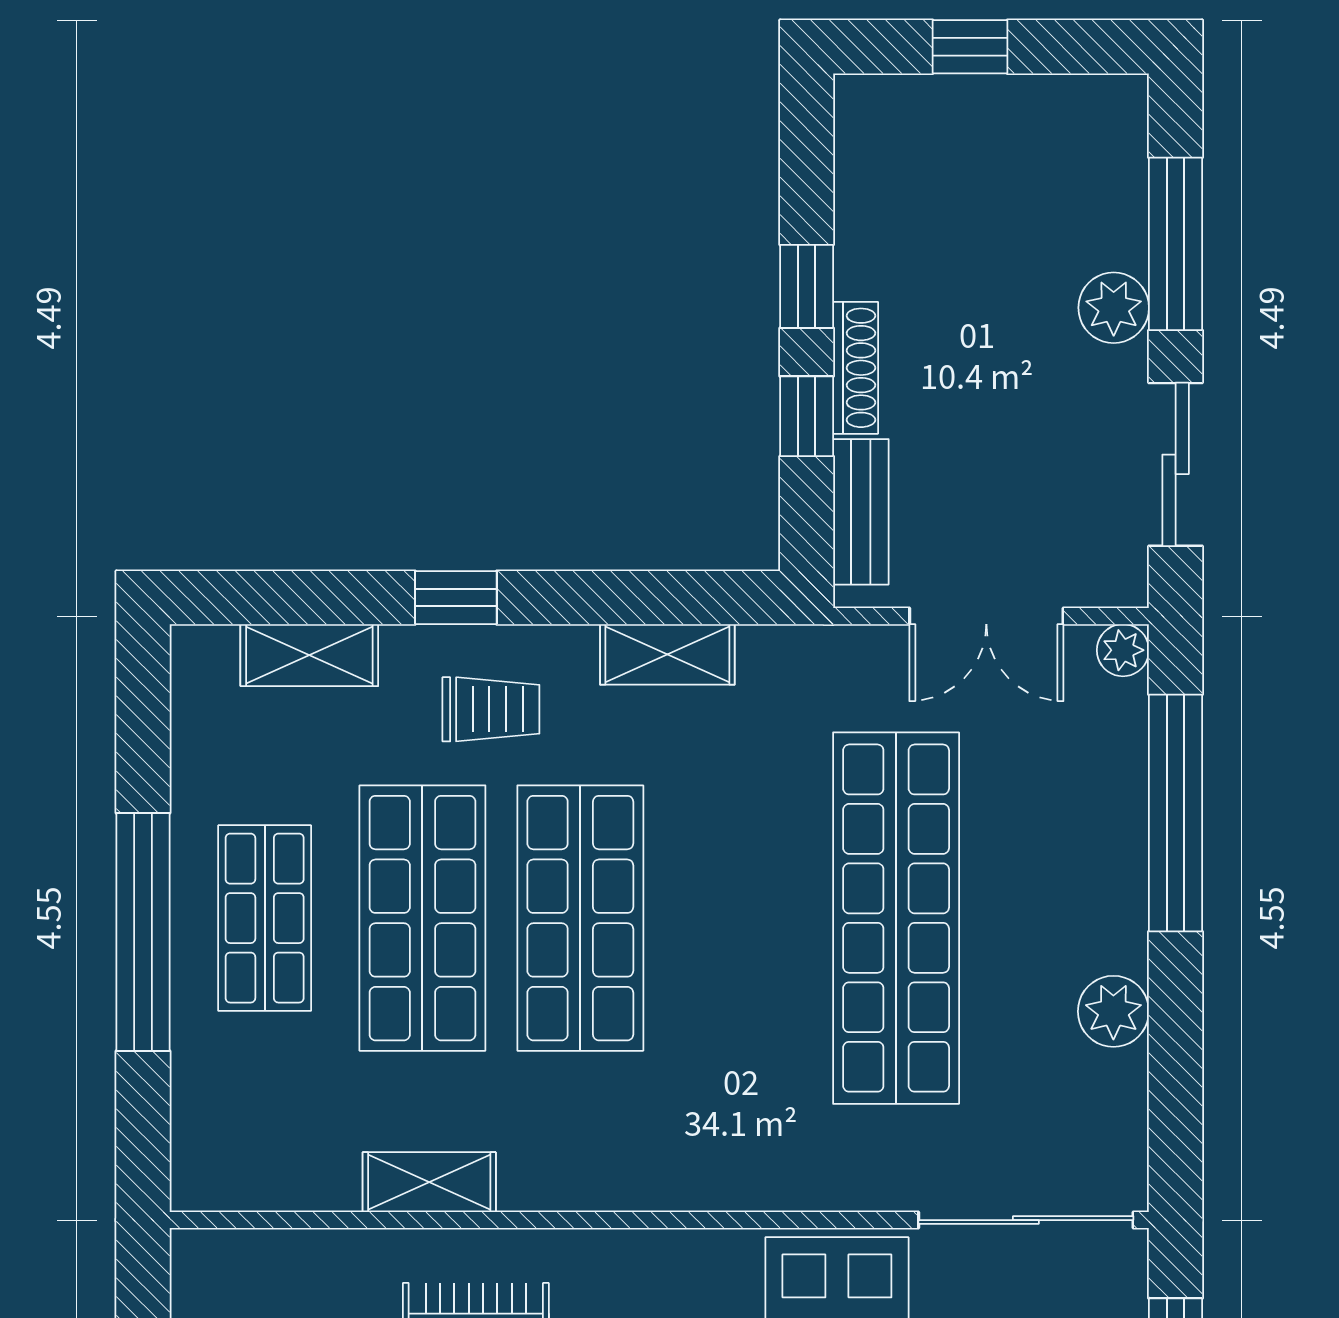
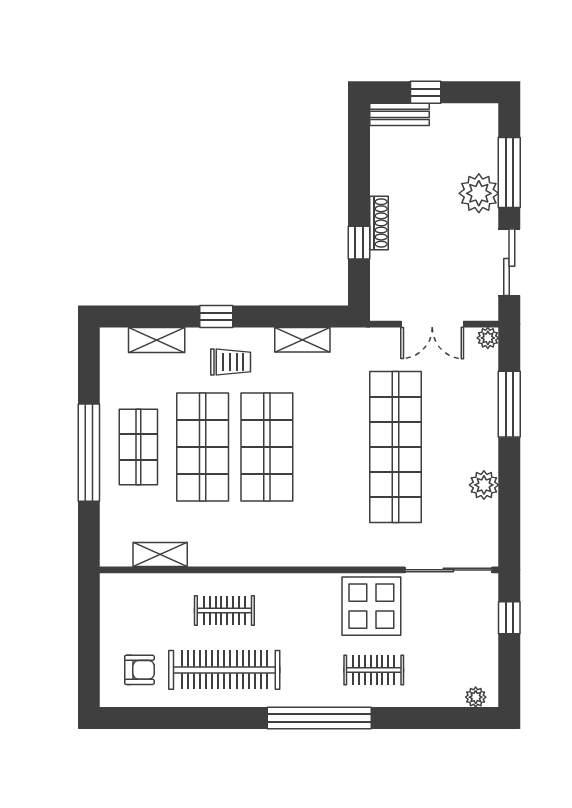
window: (807, 286) -> (359, 190), removed
plant: (1114, 308) -> (479, 193), width x1.36, depth x1.36
bench: (861, 512) -> (399, 114), moved, turned 90
window: (1176, 813) -> (509, 404), width x0.68
shelving: (429, 1182) -> (160, 555), moved

